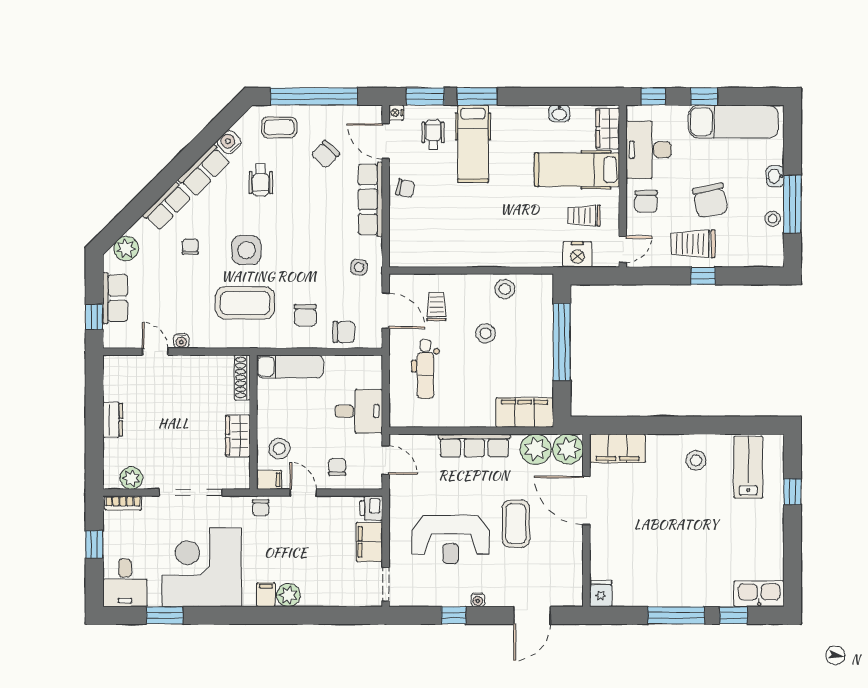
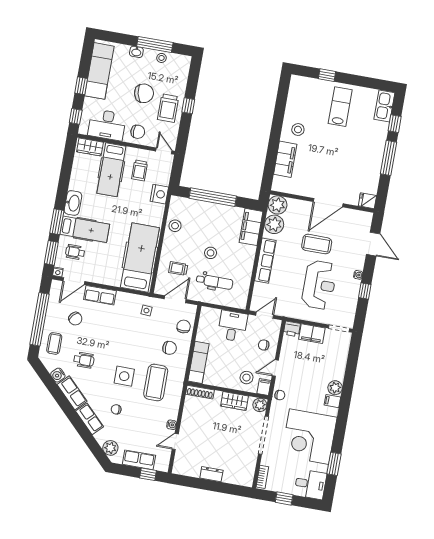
washbasin: (559, 113) -> (73, 203), moved, width x1.91, depth x1.45
chair: (405, 188) -> (104, 275), removed
row of seats: (370, 199) -> (100, 295), width x0.68
hospital bed: (443, 241) -> (140, 258), added
nightstand: (577, 254) -> (159, 194), moved
stool: (486, 333) -> (211, 253), moved
filing cabinet: (618, 448) -> (285, 159), moved
lab bench: (748, 467) -> (340, 107), moved, turned 90
plant: (131, 478) -> (260, 405), moved
door: (586, 500) -> (328, 203), moved

